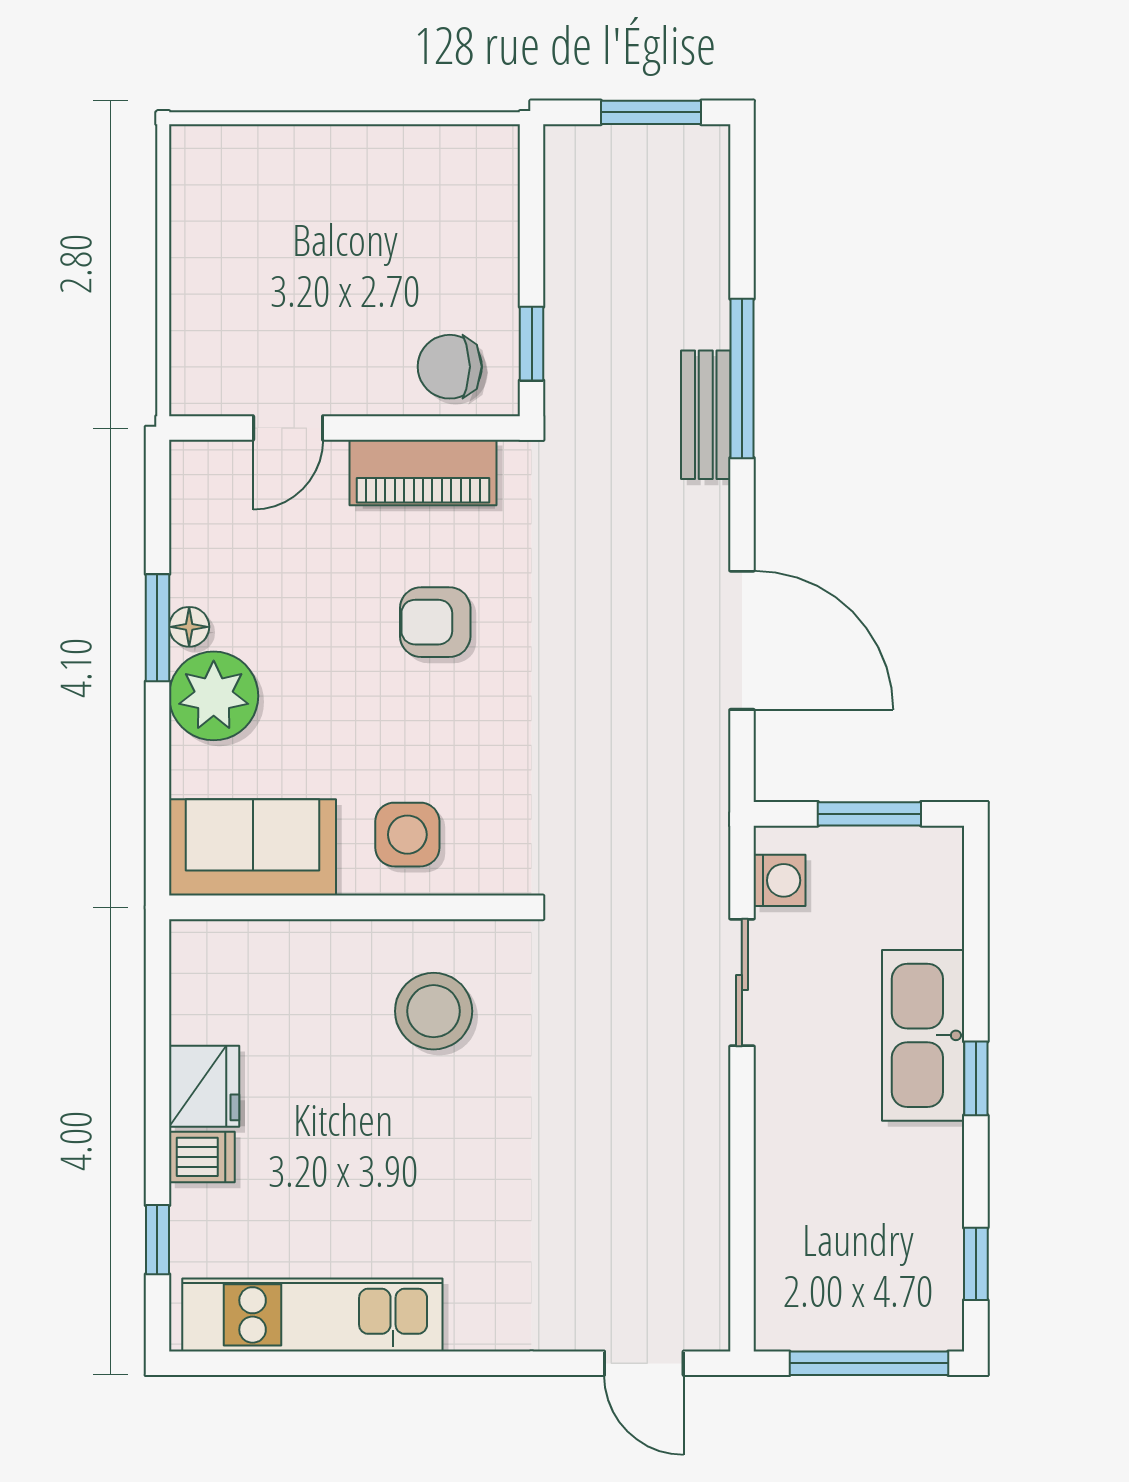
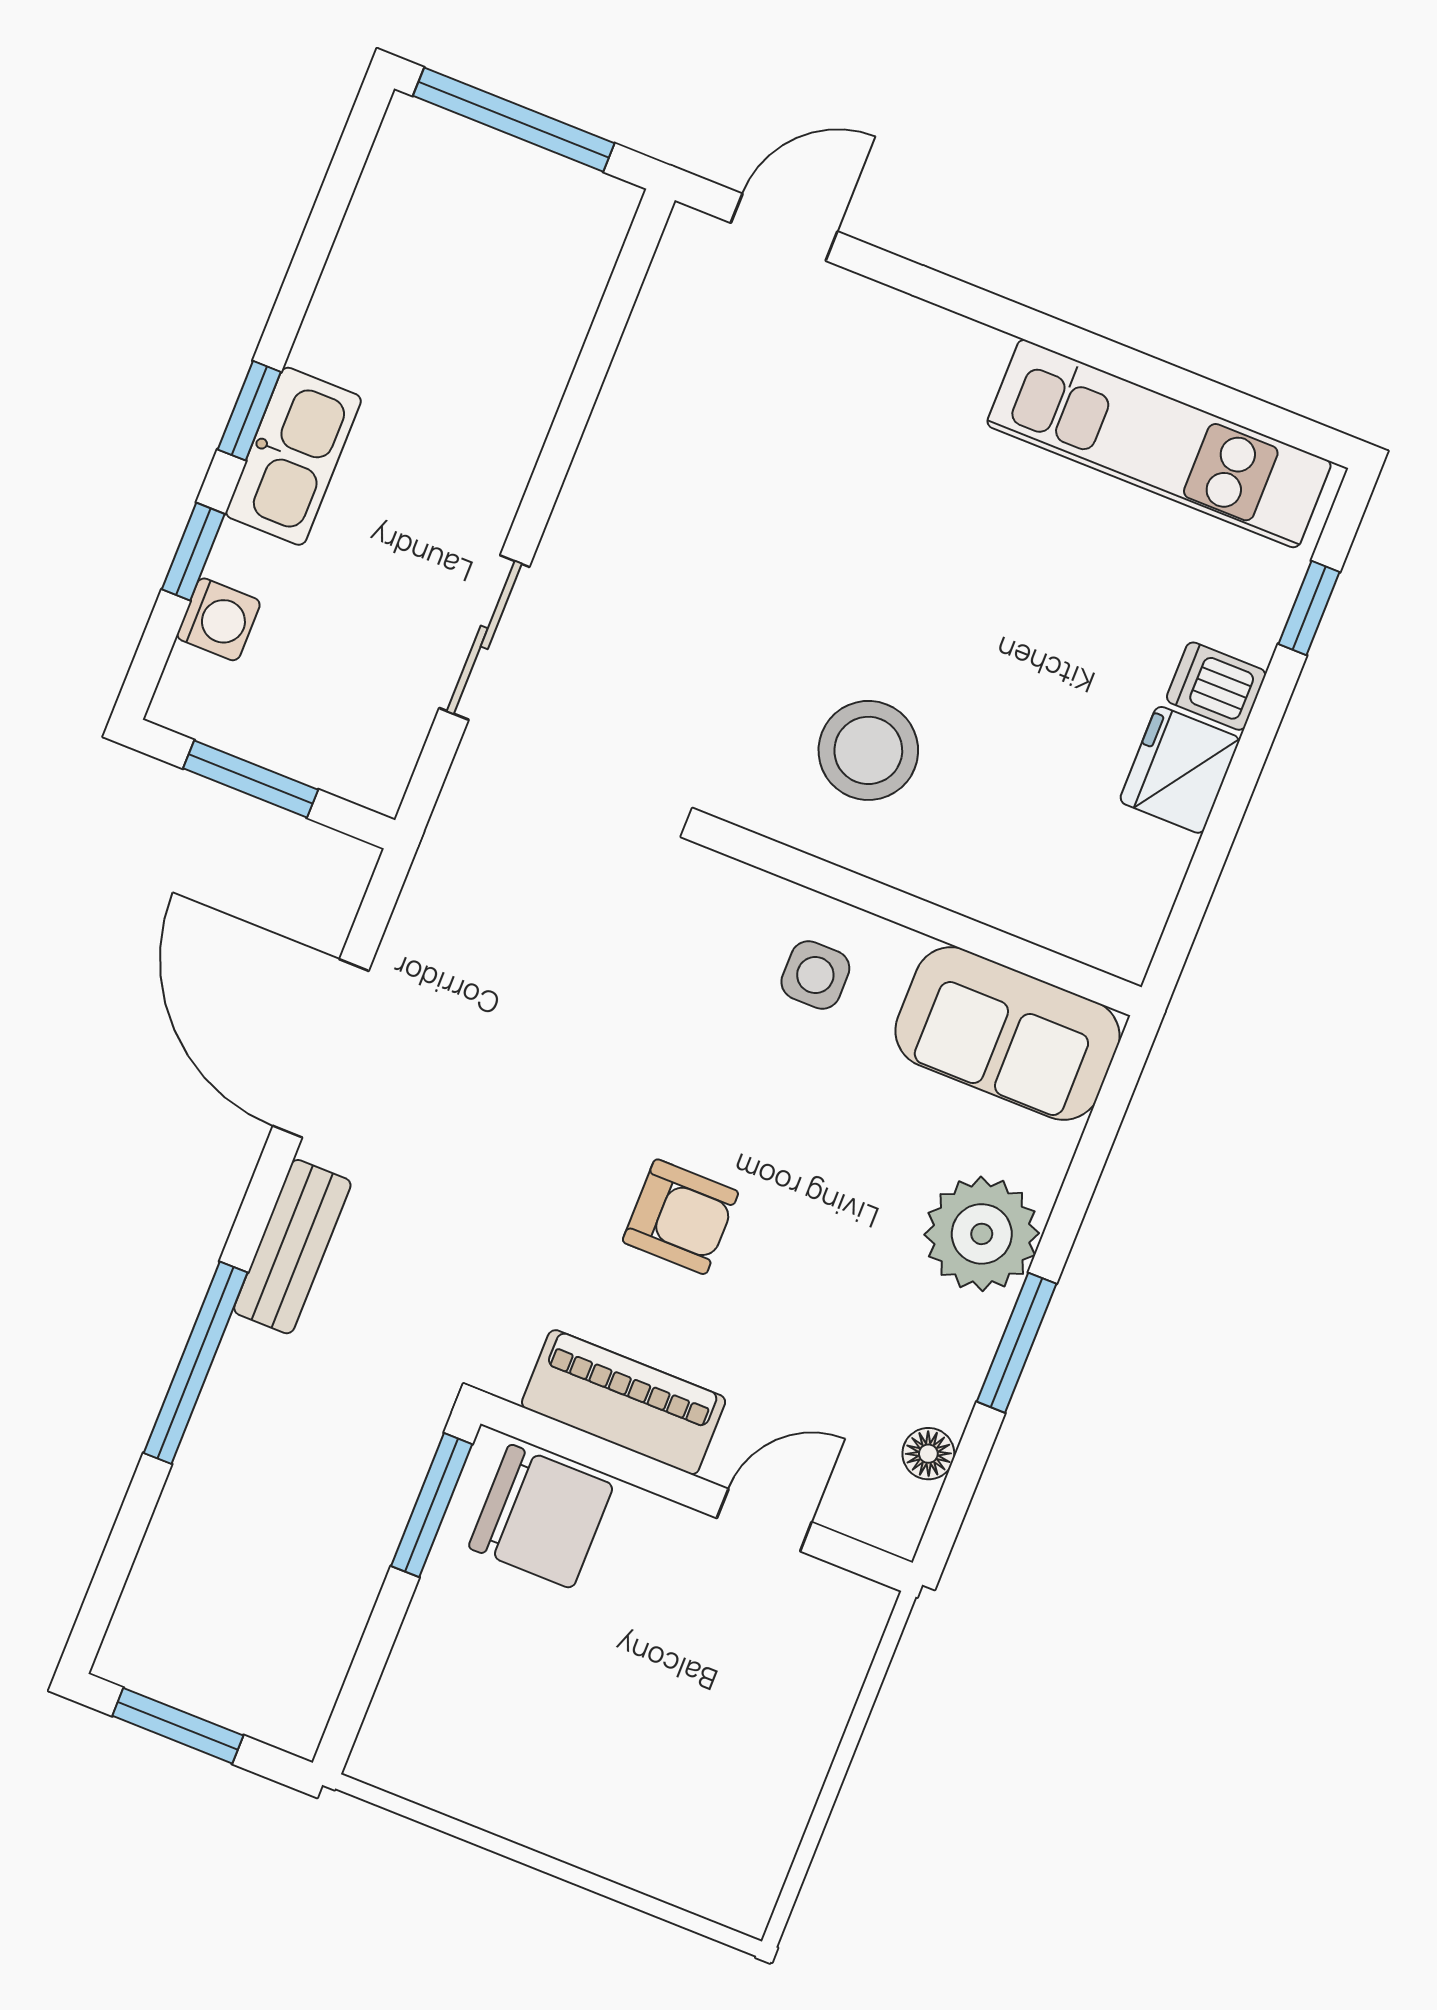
window: (532, 344) -> (432, 1505), width x1.50
chair: (450, 367) -> (541, 1516), width x1.37, depth x1.37
bench: (706, 415) -> (292, 1247), moved
floor lamp: (189, 627) -> (928, 1454), moved
side table: (407, 835) -> (815, 975), width x0.73, depth x0.73
washing machine: (780, 880) -> (218, 619), moved, turned 180
kitchen sink: (923, 1035) -> (293, 456), width x0.73, depth x0.81
window: (976, 1264) -> (193, 552), moved
door: (644, 1363) -> (784, 227), hinge flipped

